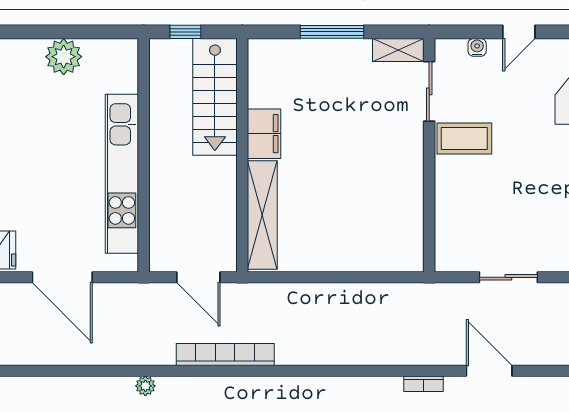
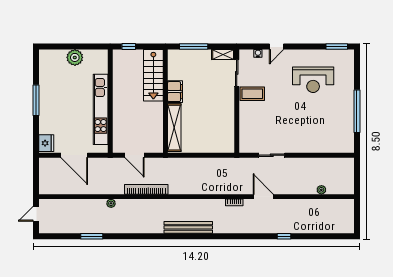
stairs: (215, 97) -> (153, 75), moved
filing cabinet: (264, 134) -> (175, 92), moved
wall: (242, 155) -> (165, 101), moved
shelving: (262, 215) -> (174, 128), moved

